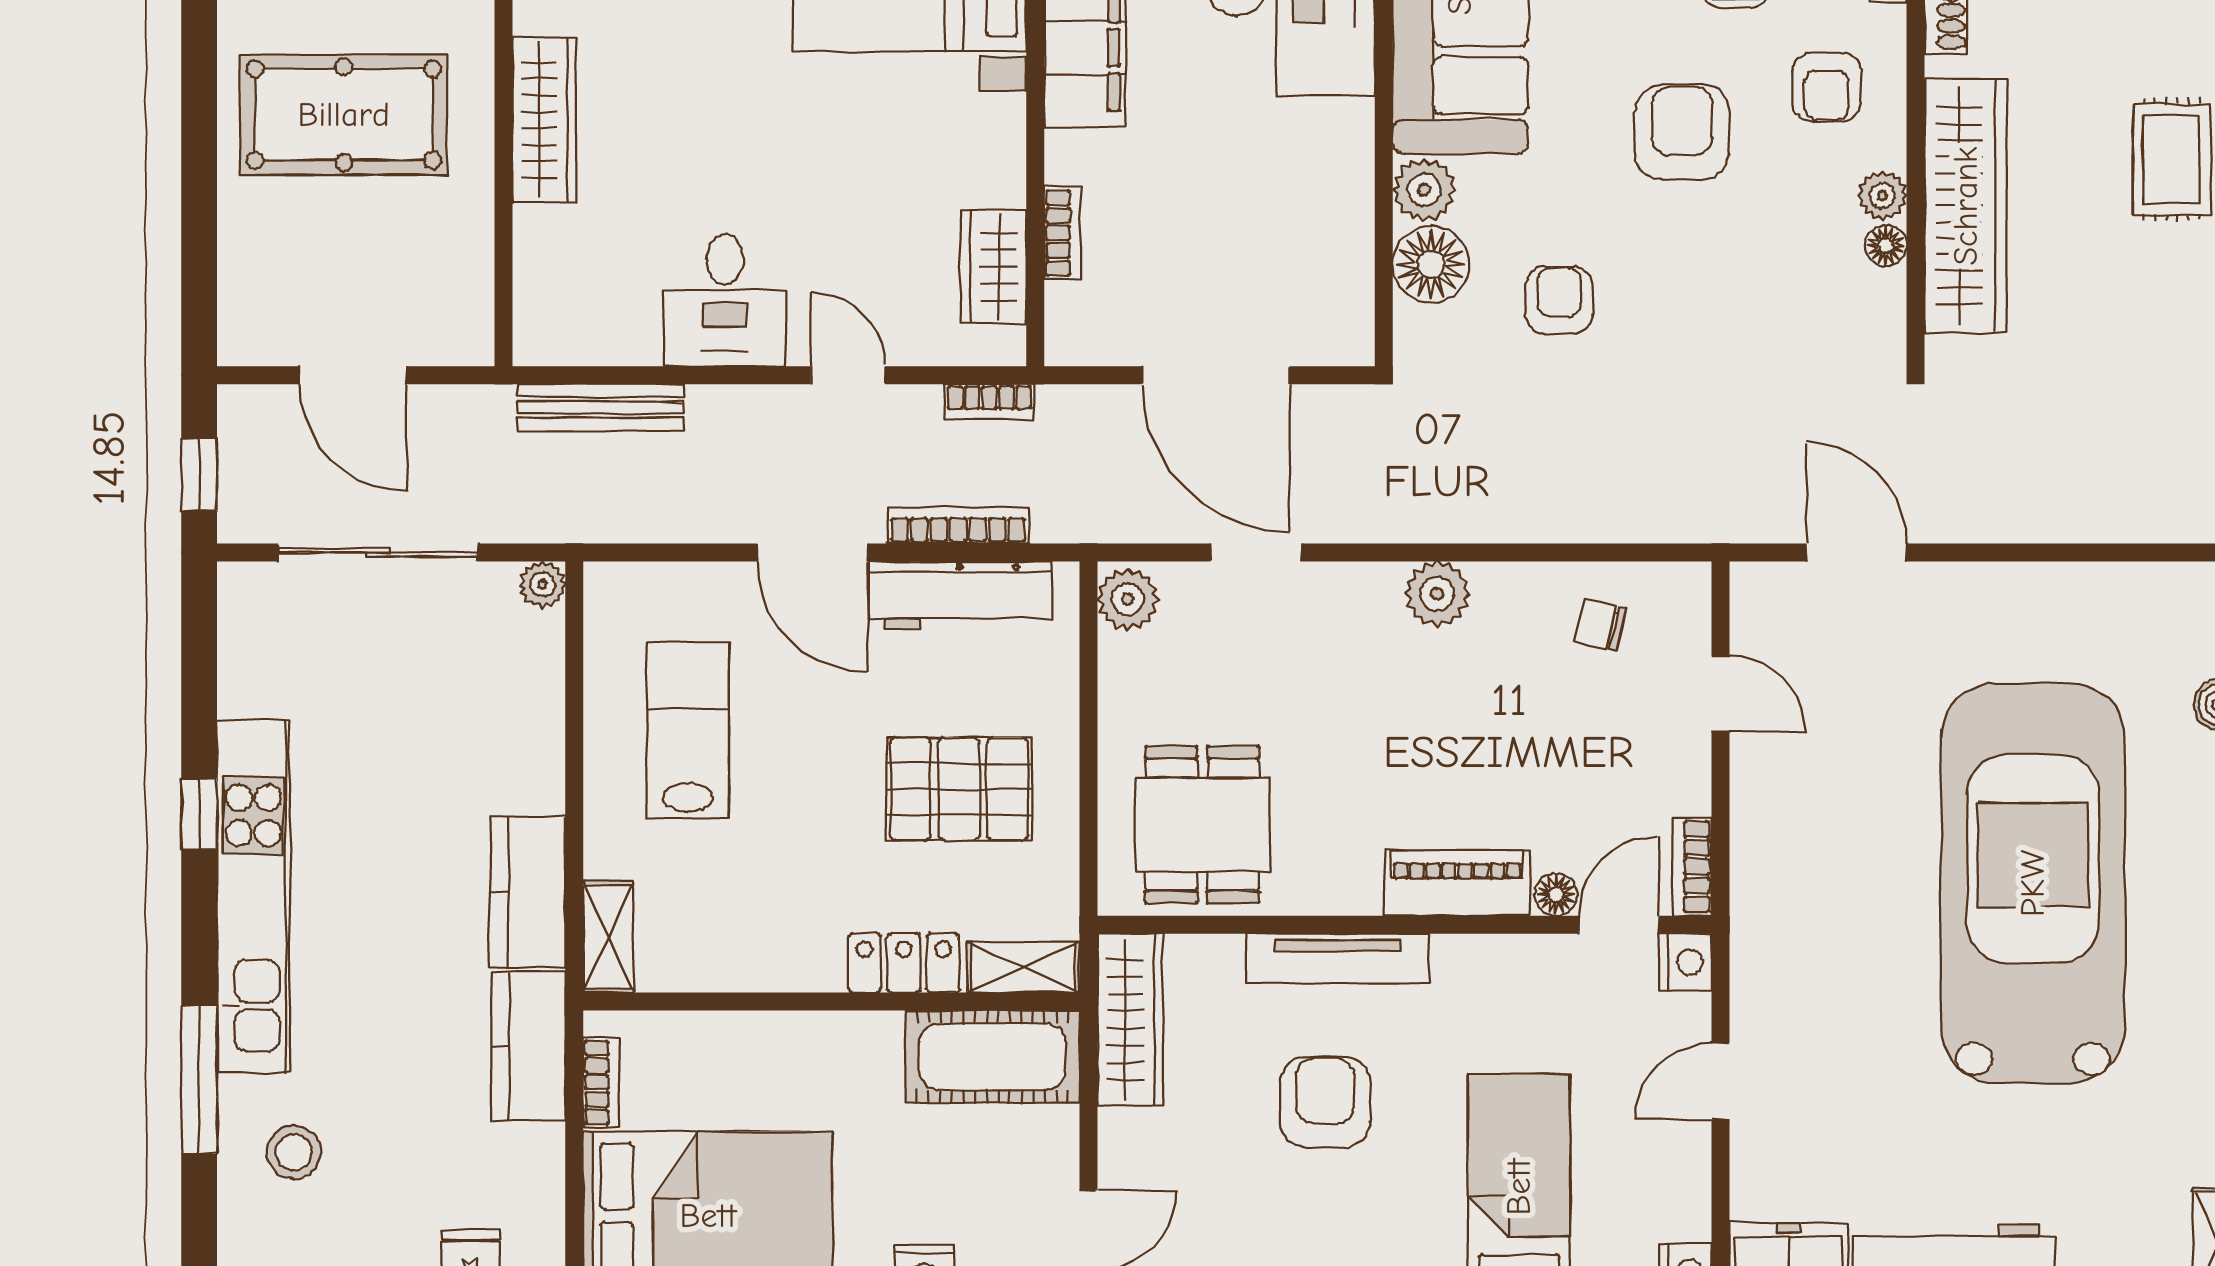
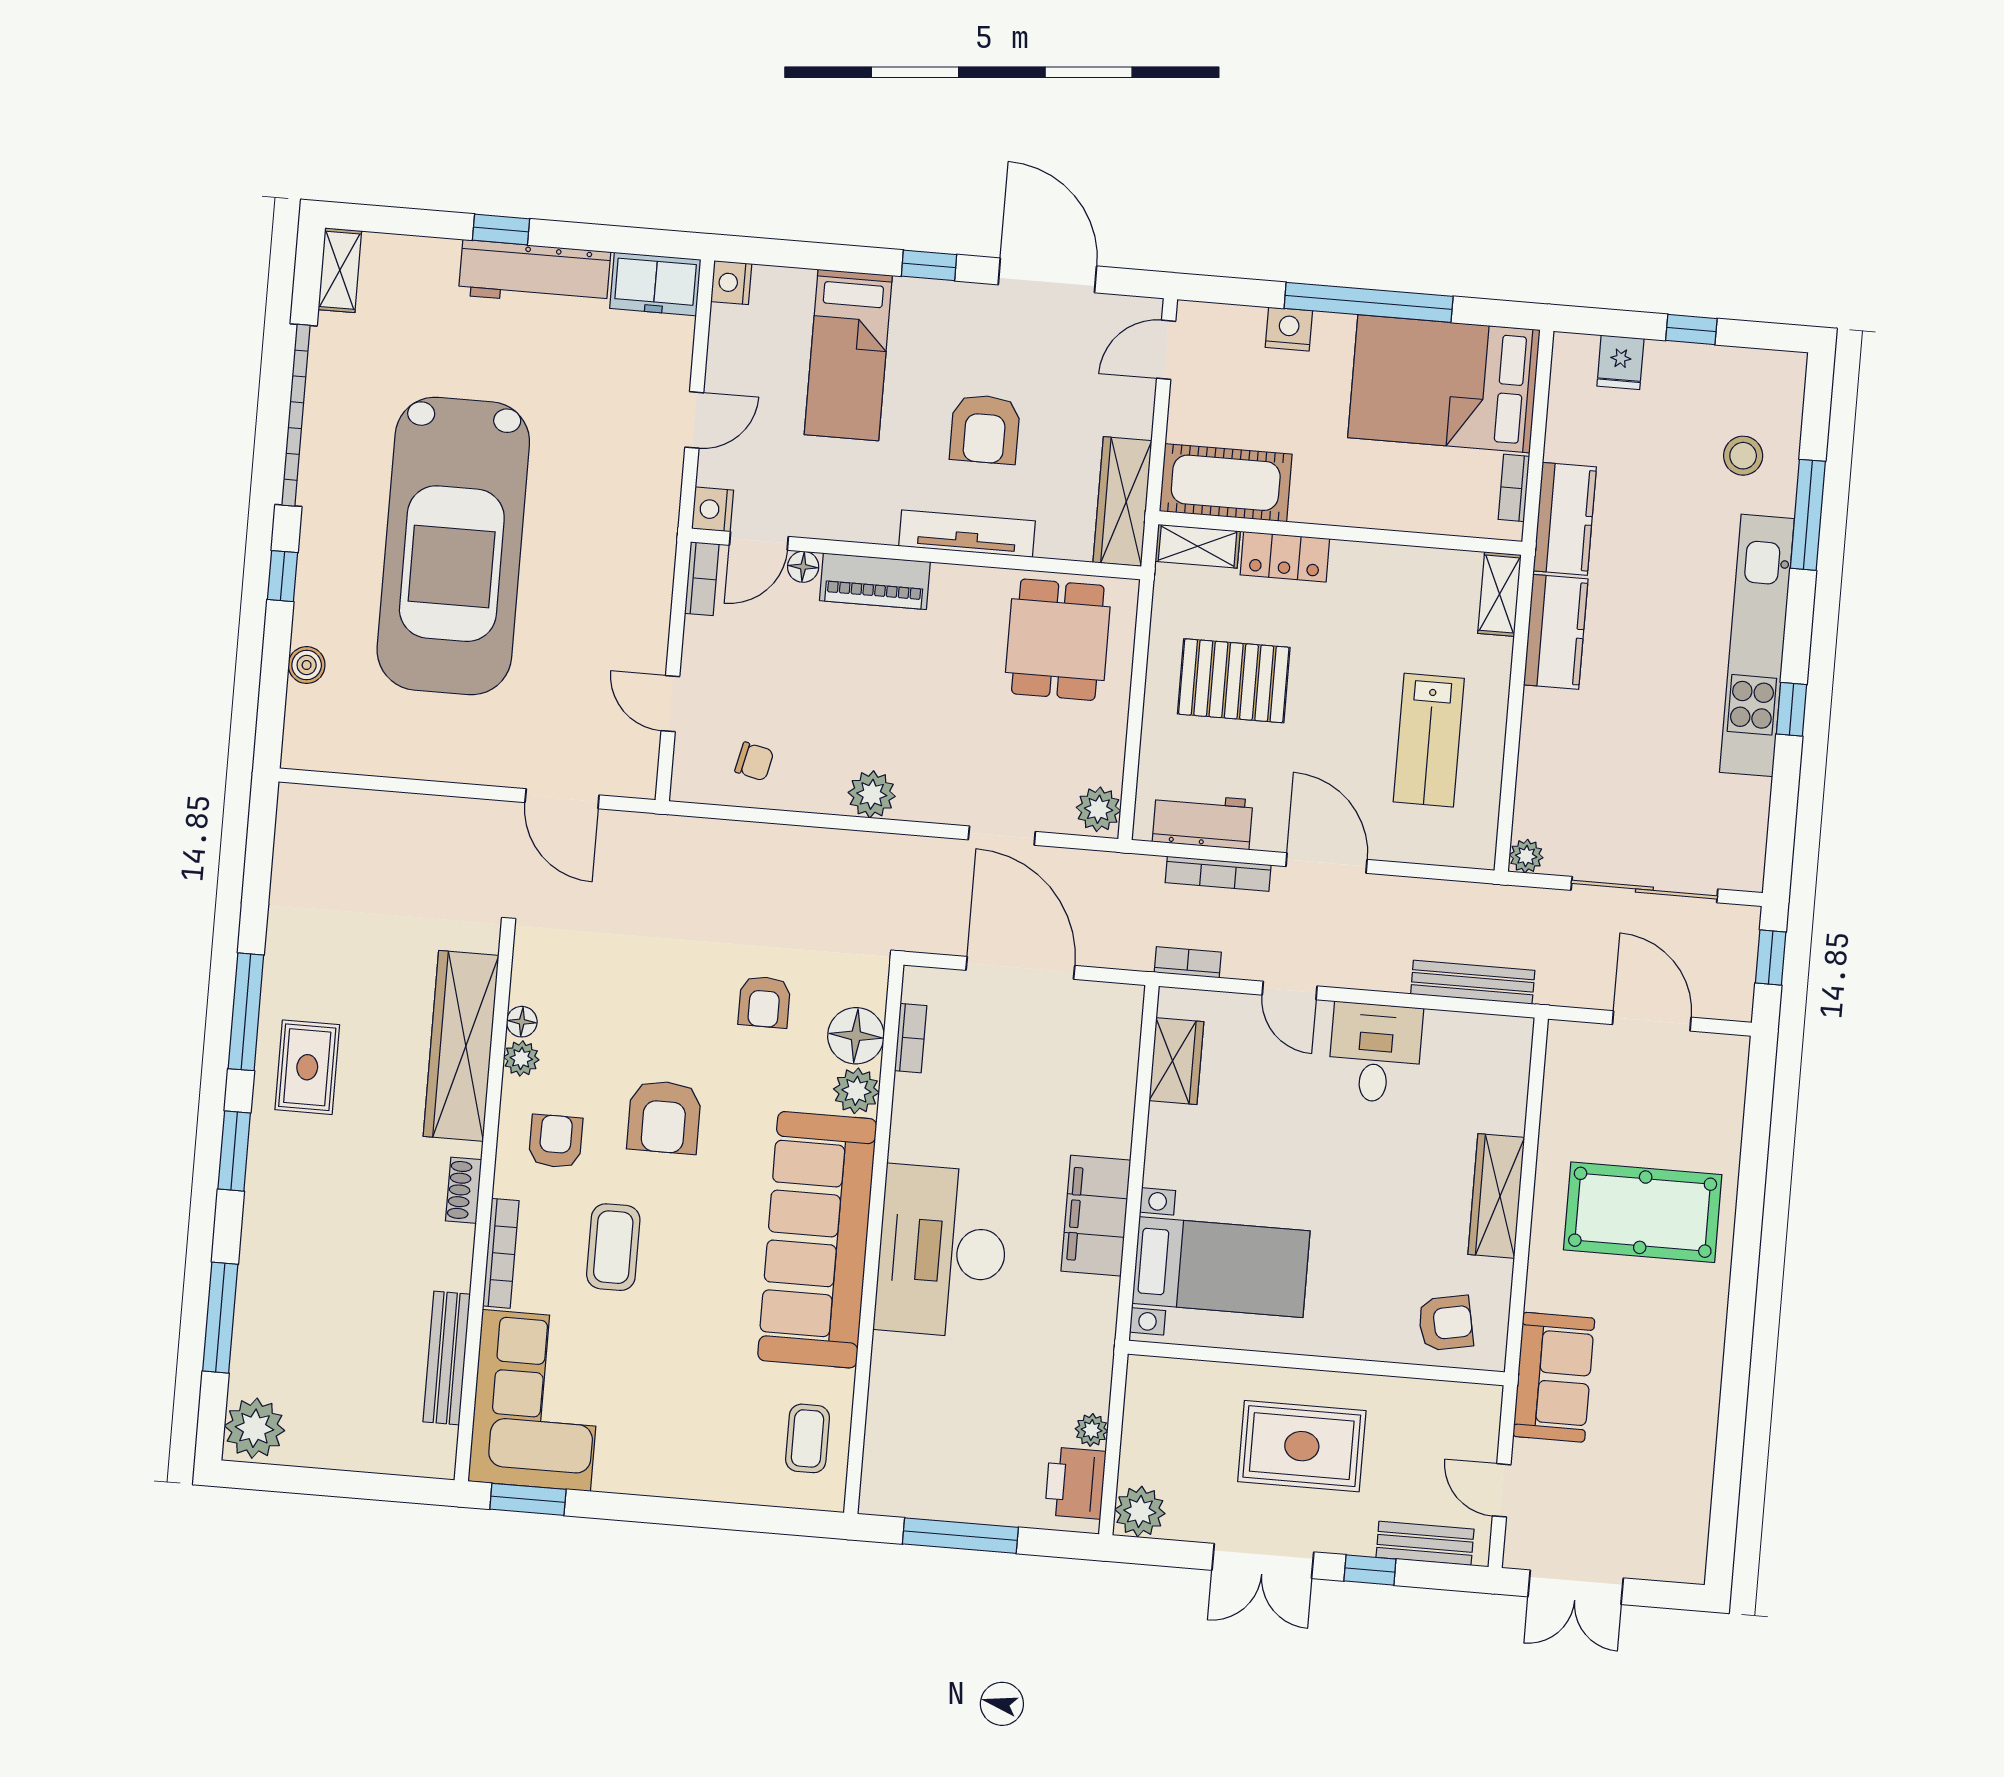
bookcase: (1062, 233) -> (911, 1038), moved, turned 180
workbench: (961, 595) -> (1203, 821), width x0.73

